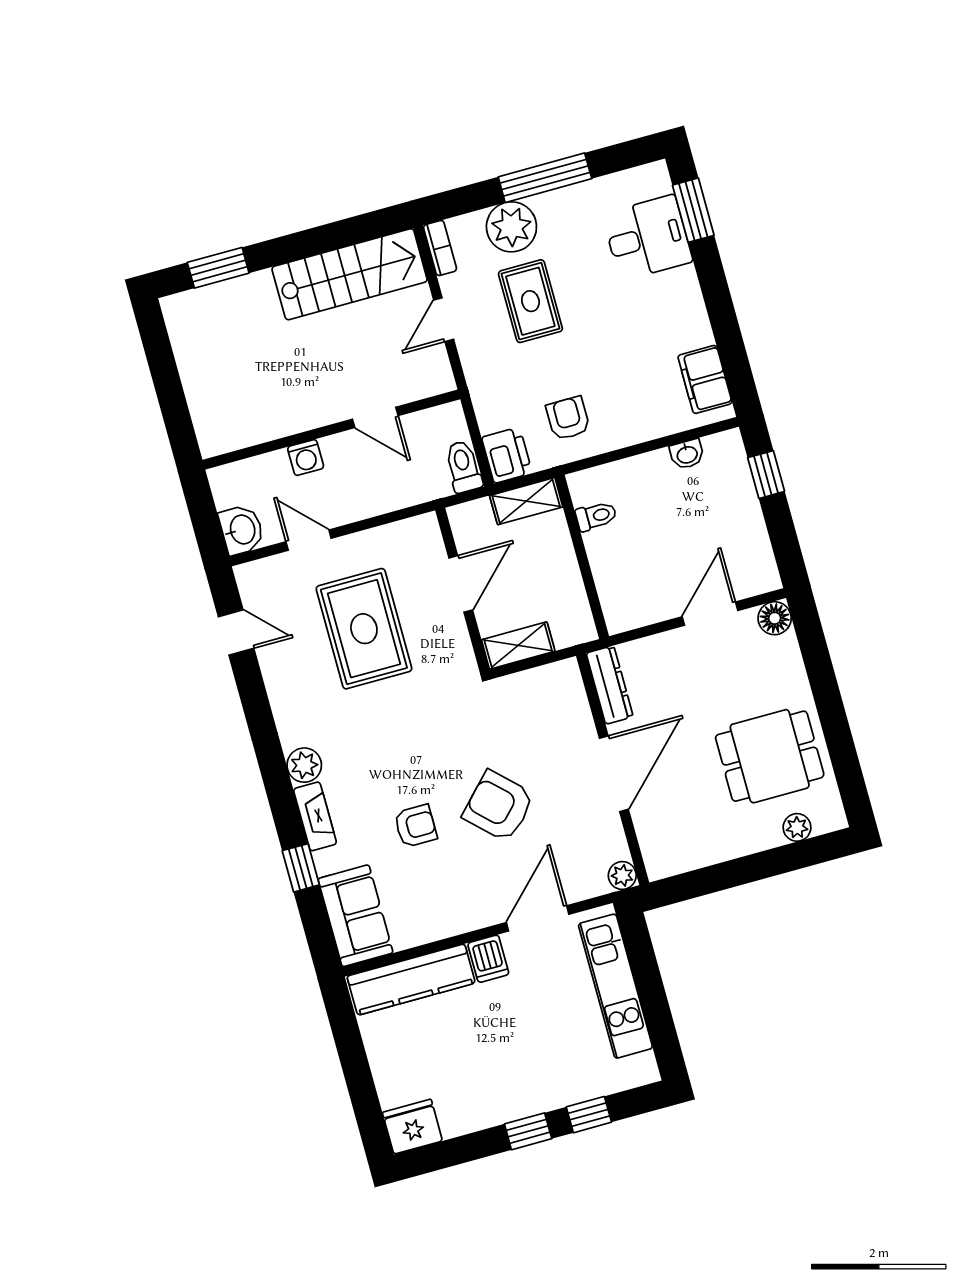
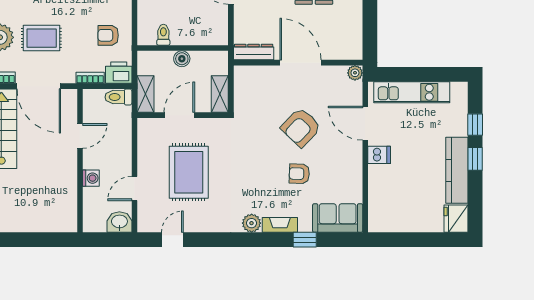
door: (444, 320) -> (39, 86), width x1.88
bookcase: (484, 407) -> (90, 78), added
shelving: (526, 501) -> (145, 94), moved
boiler: (562, 561) -> (182, 59), added
door: (461, 584) -> (179, 115), hinge flipped
rug: (364, 629) -> (189, 172), turned 90
armchair: (416, 826) -> (299, 174), turned -88
kitchen counter: (411, 980) -> (457, 170), moved, turned 180

